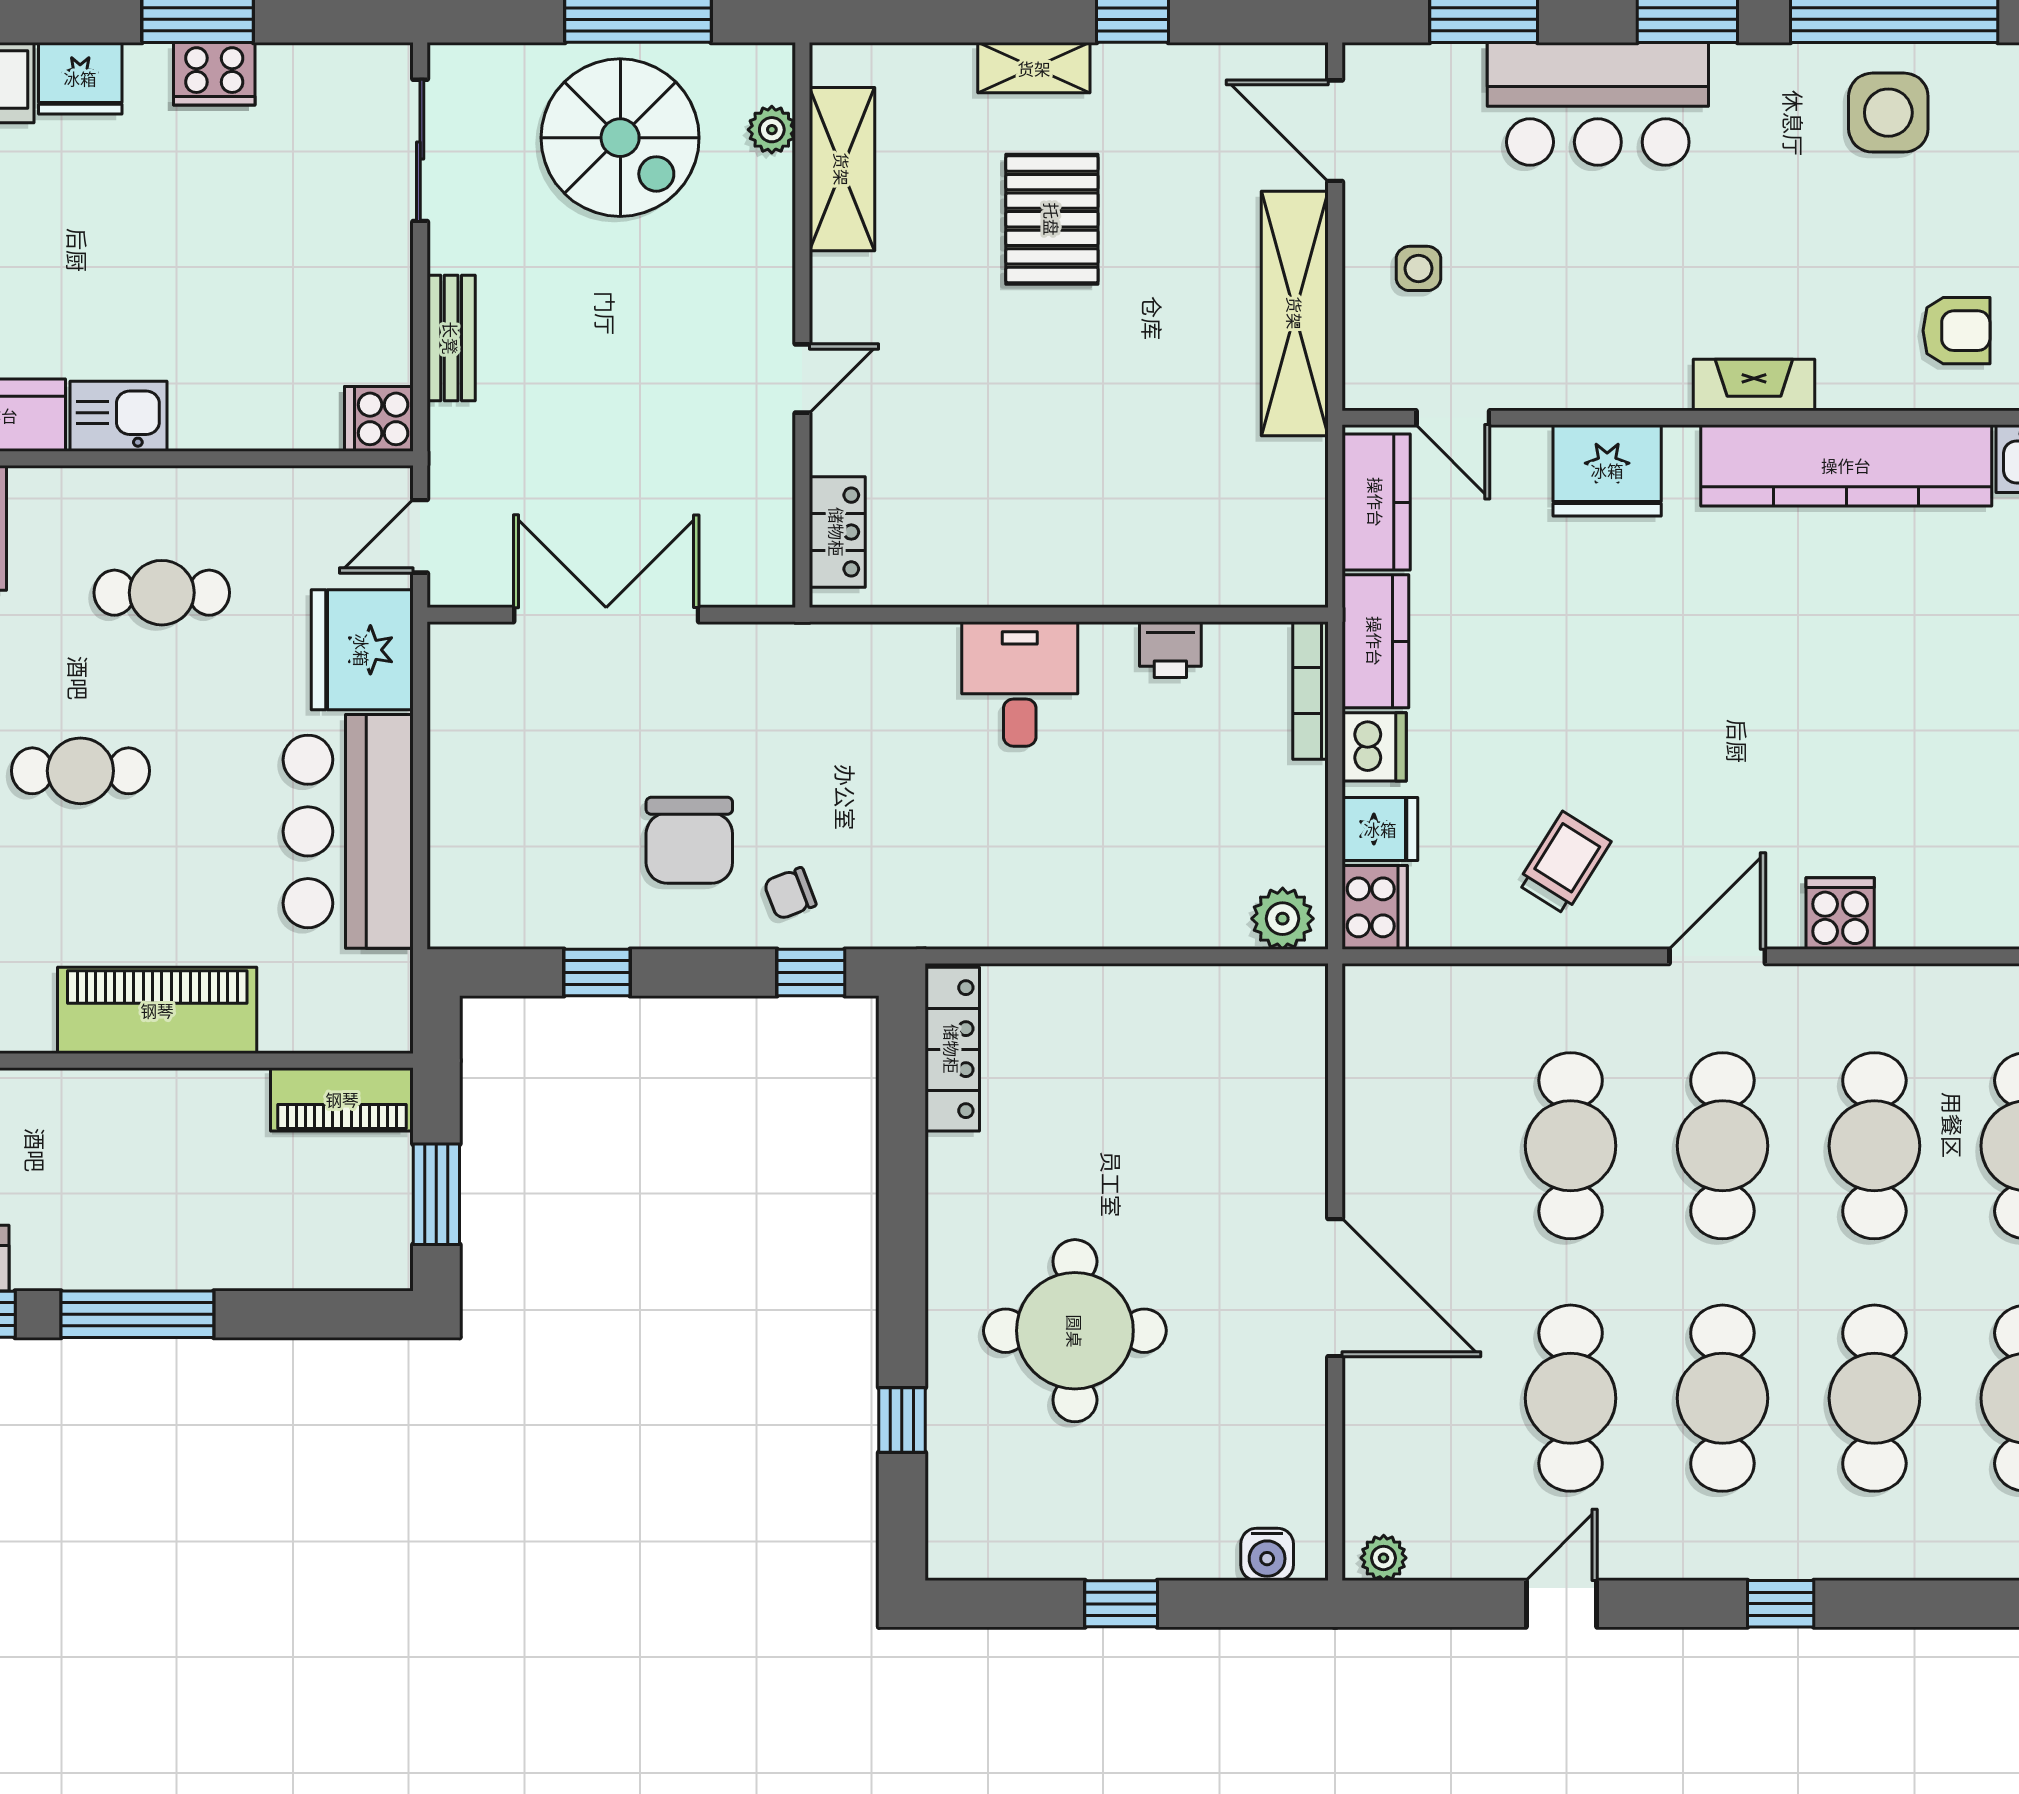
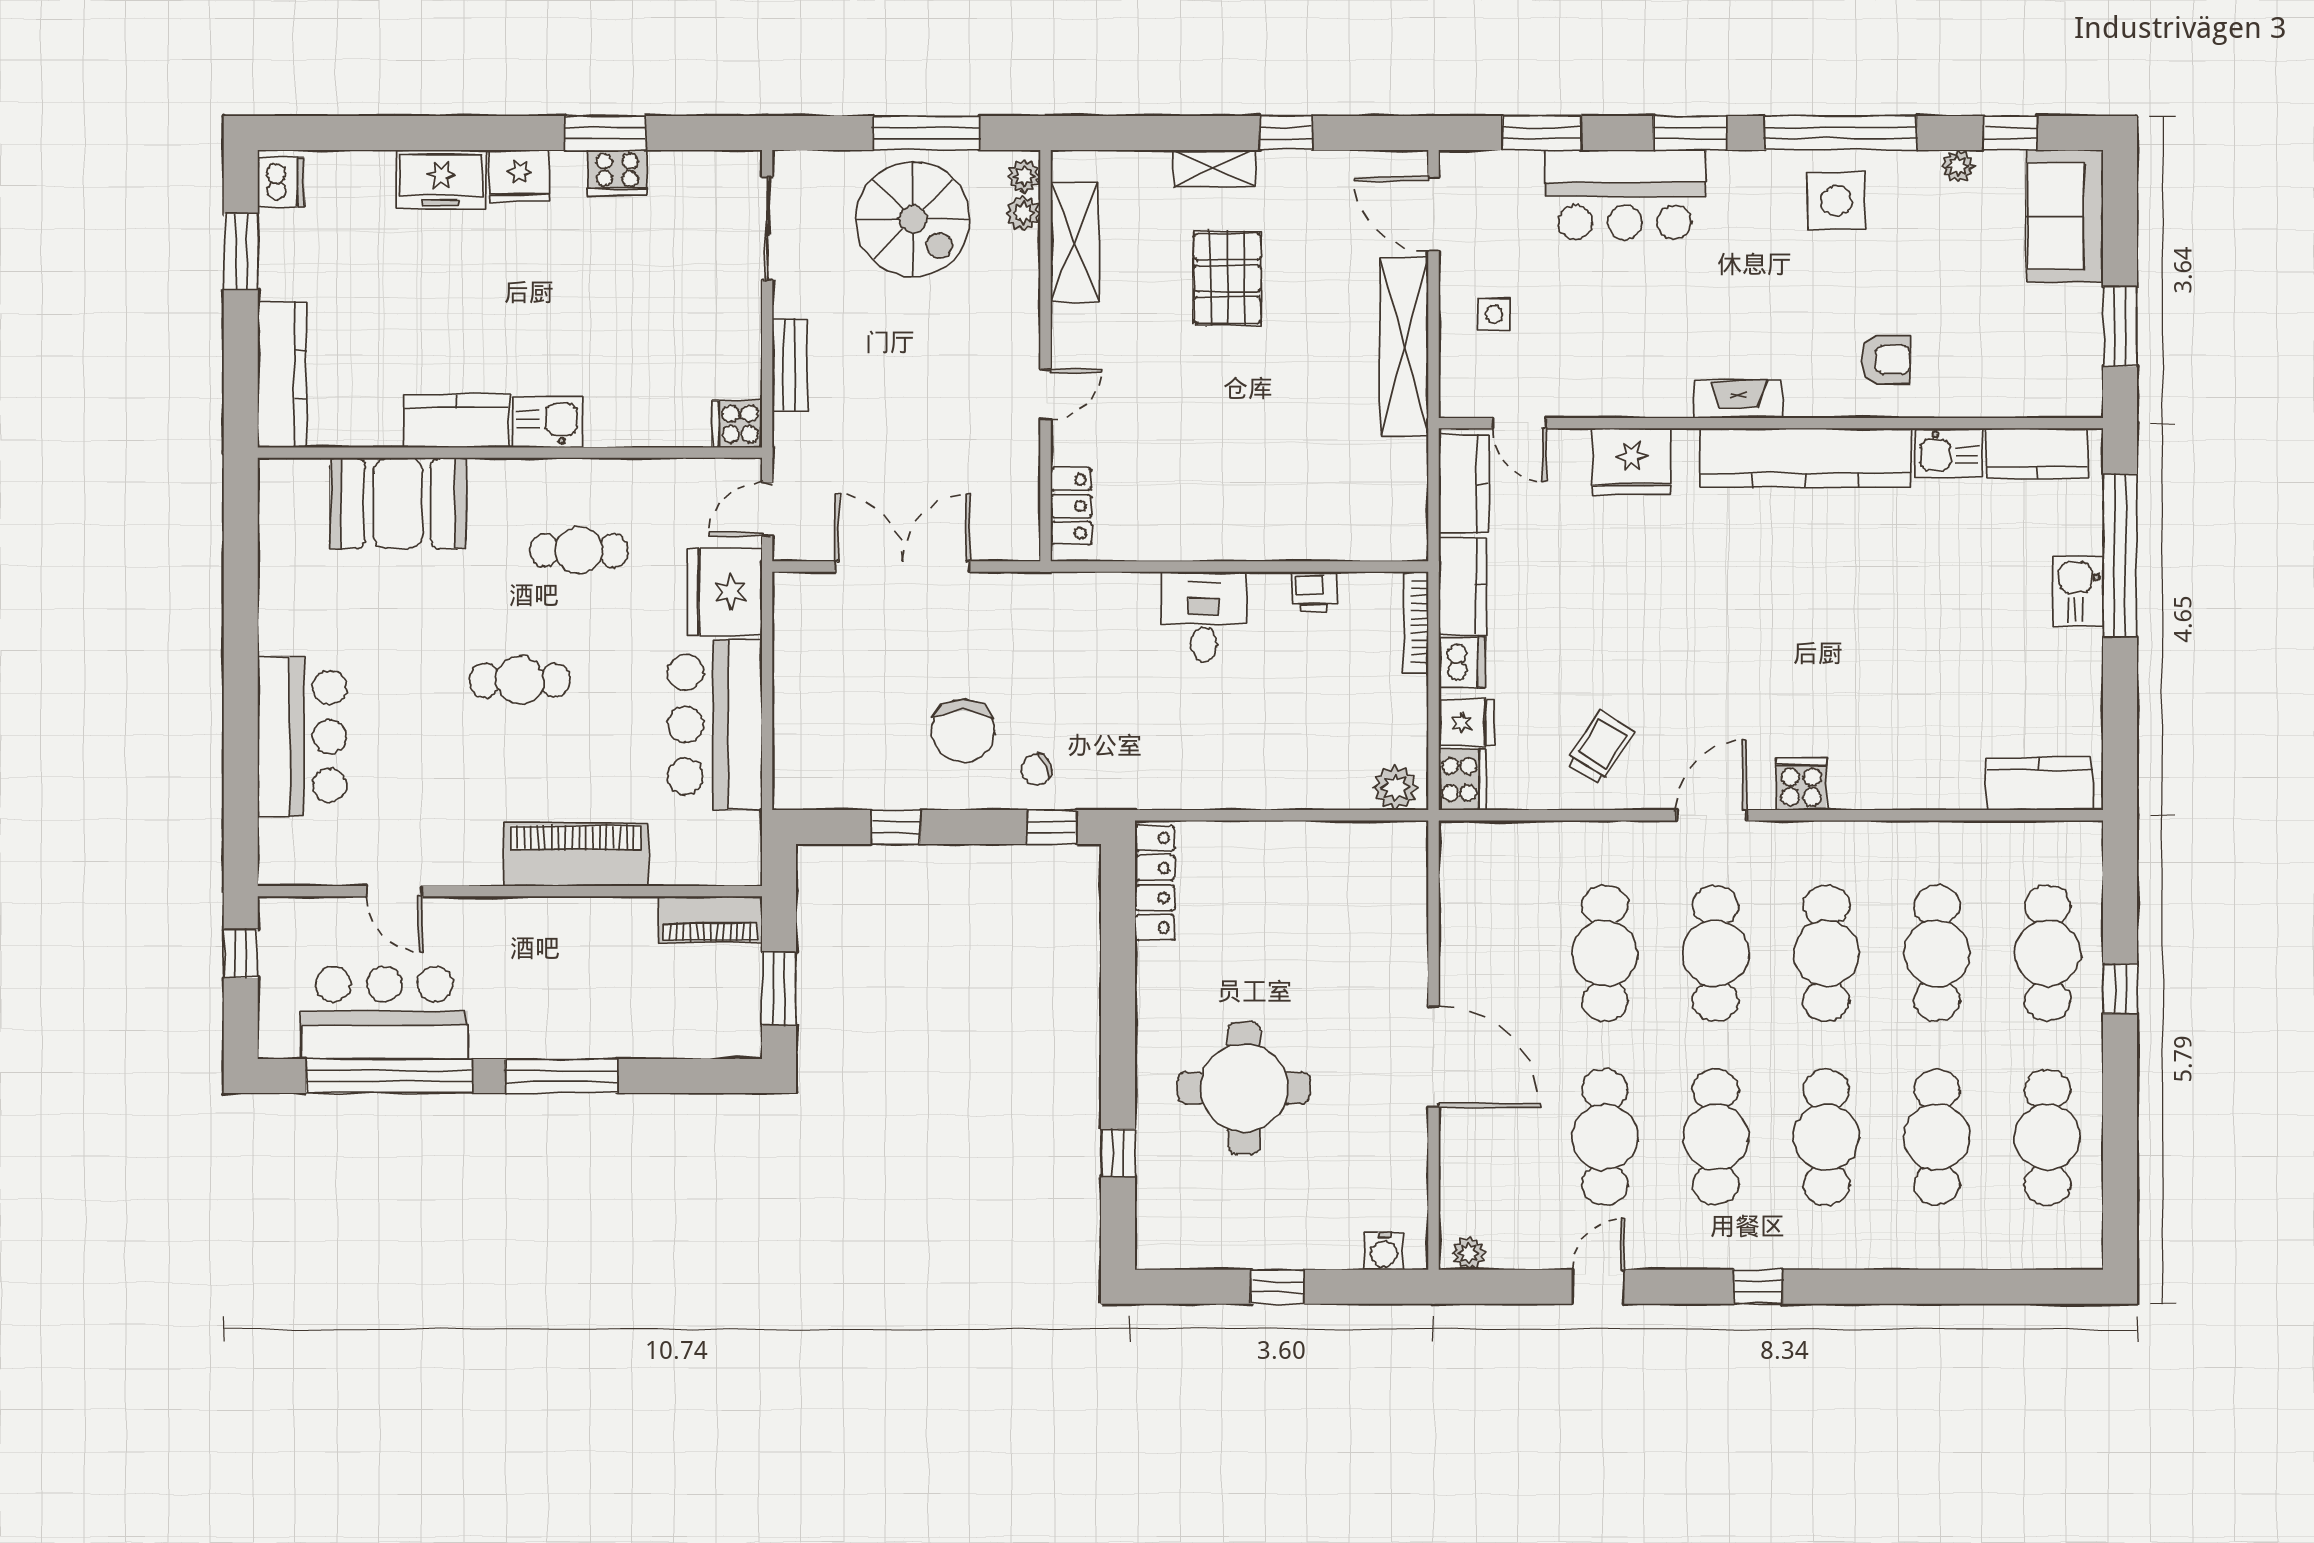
plant: (773, 79) -> (1024, 176), added

